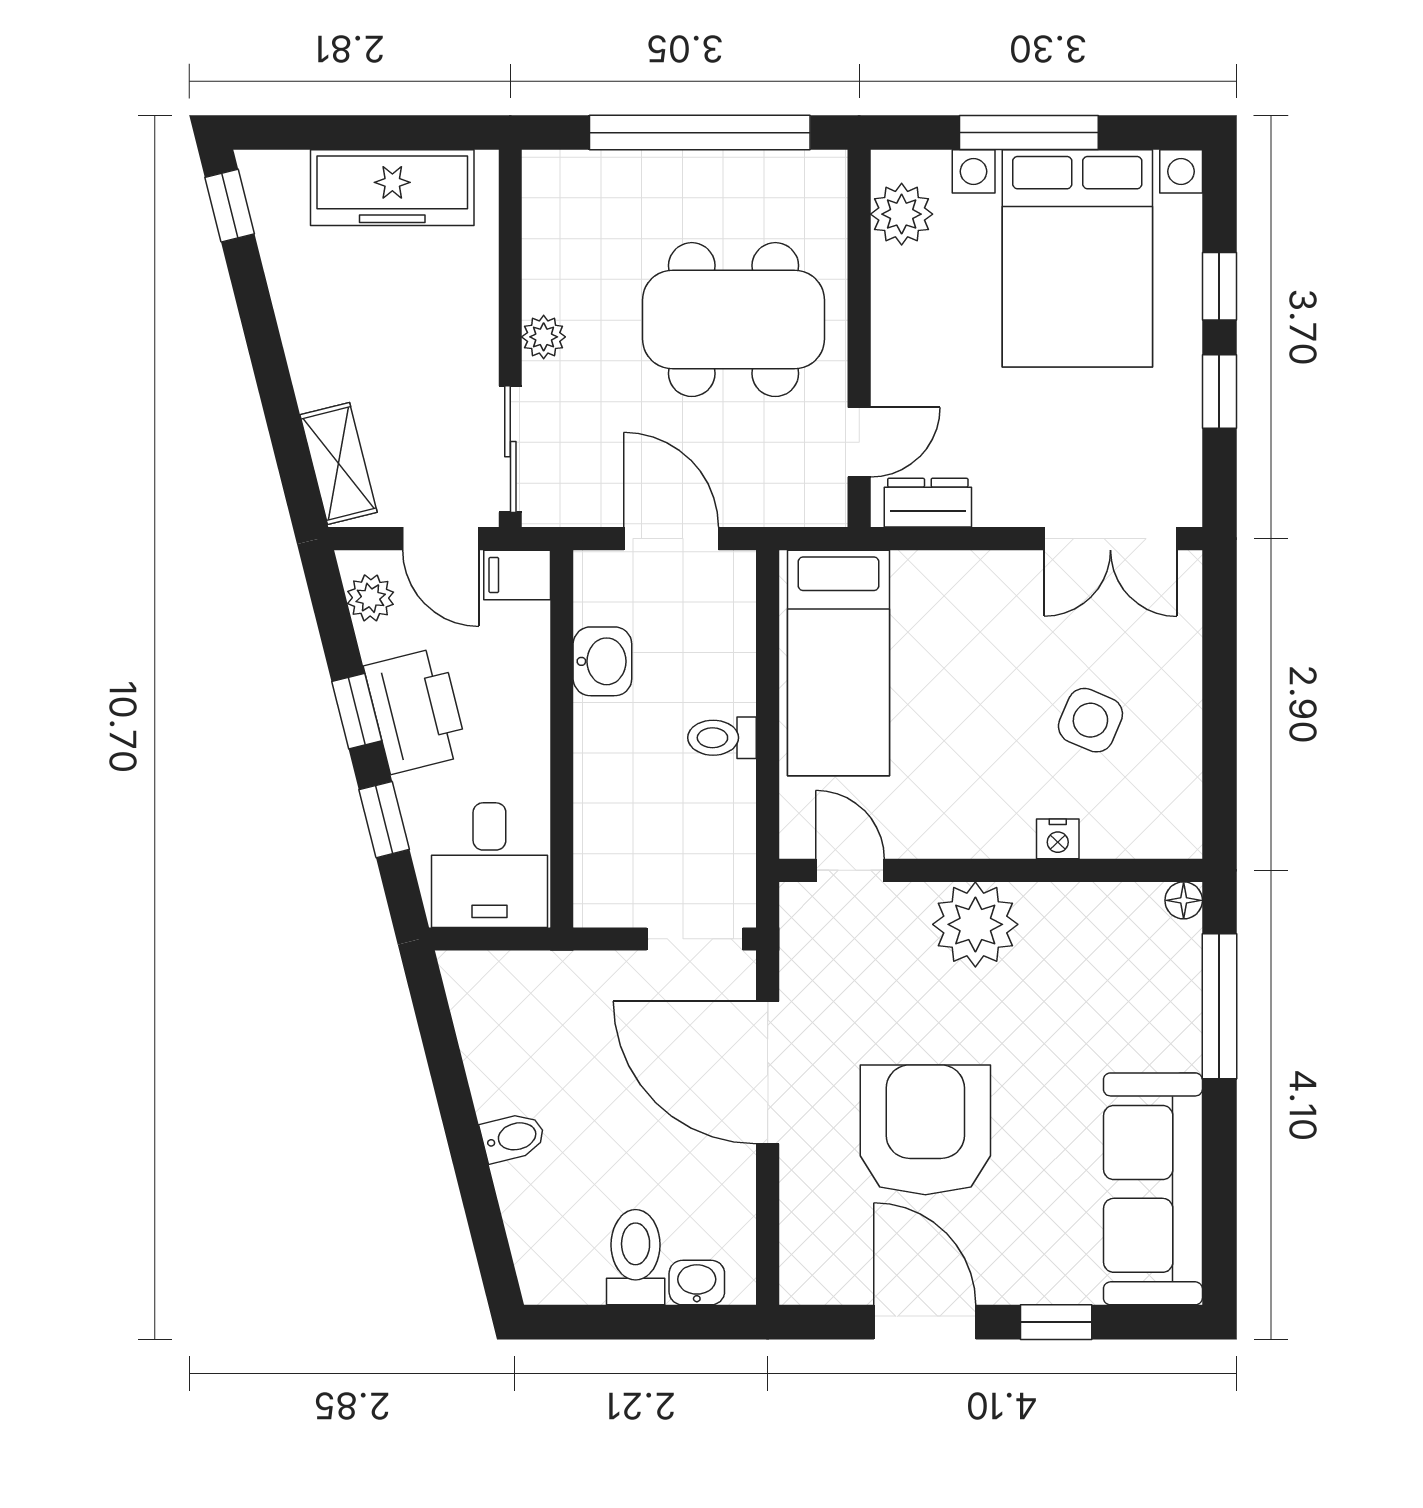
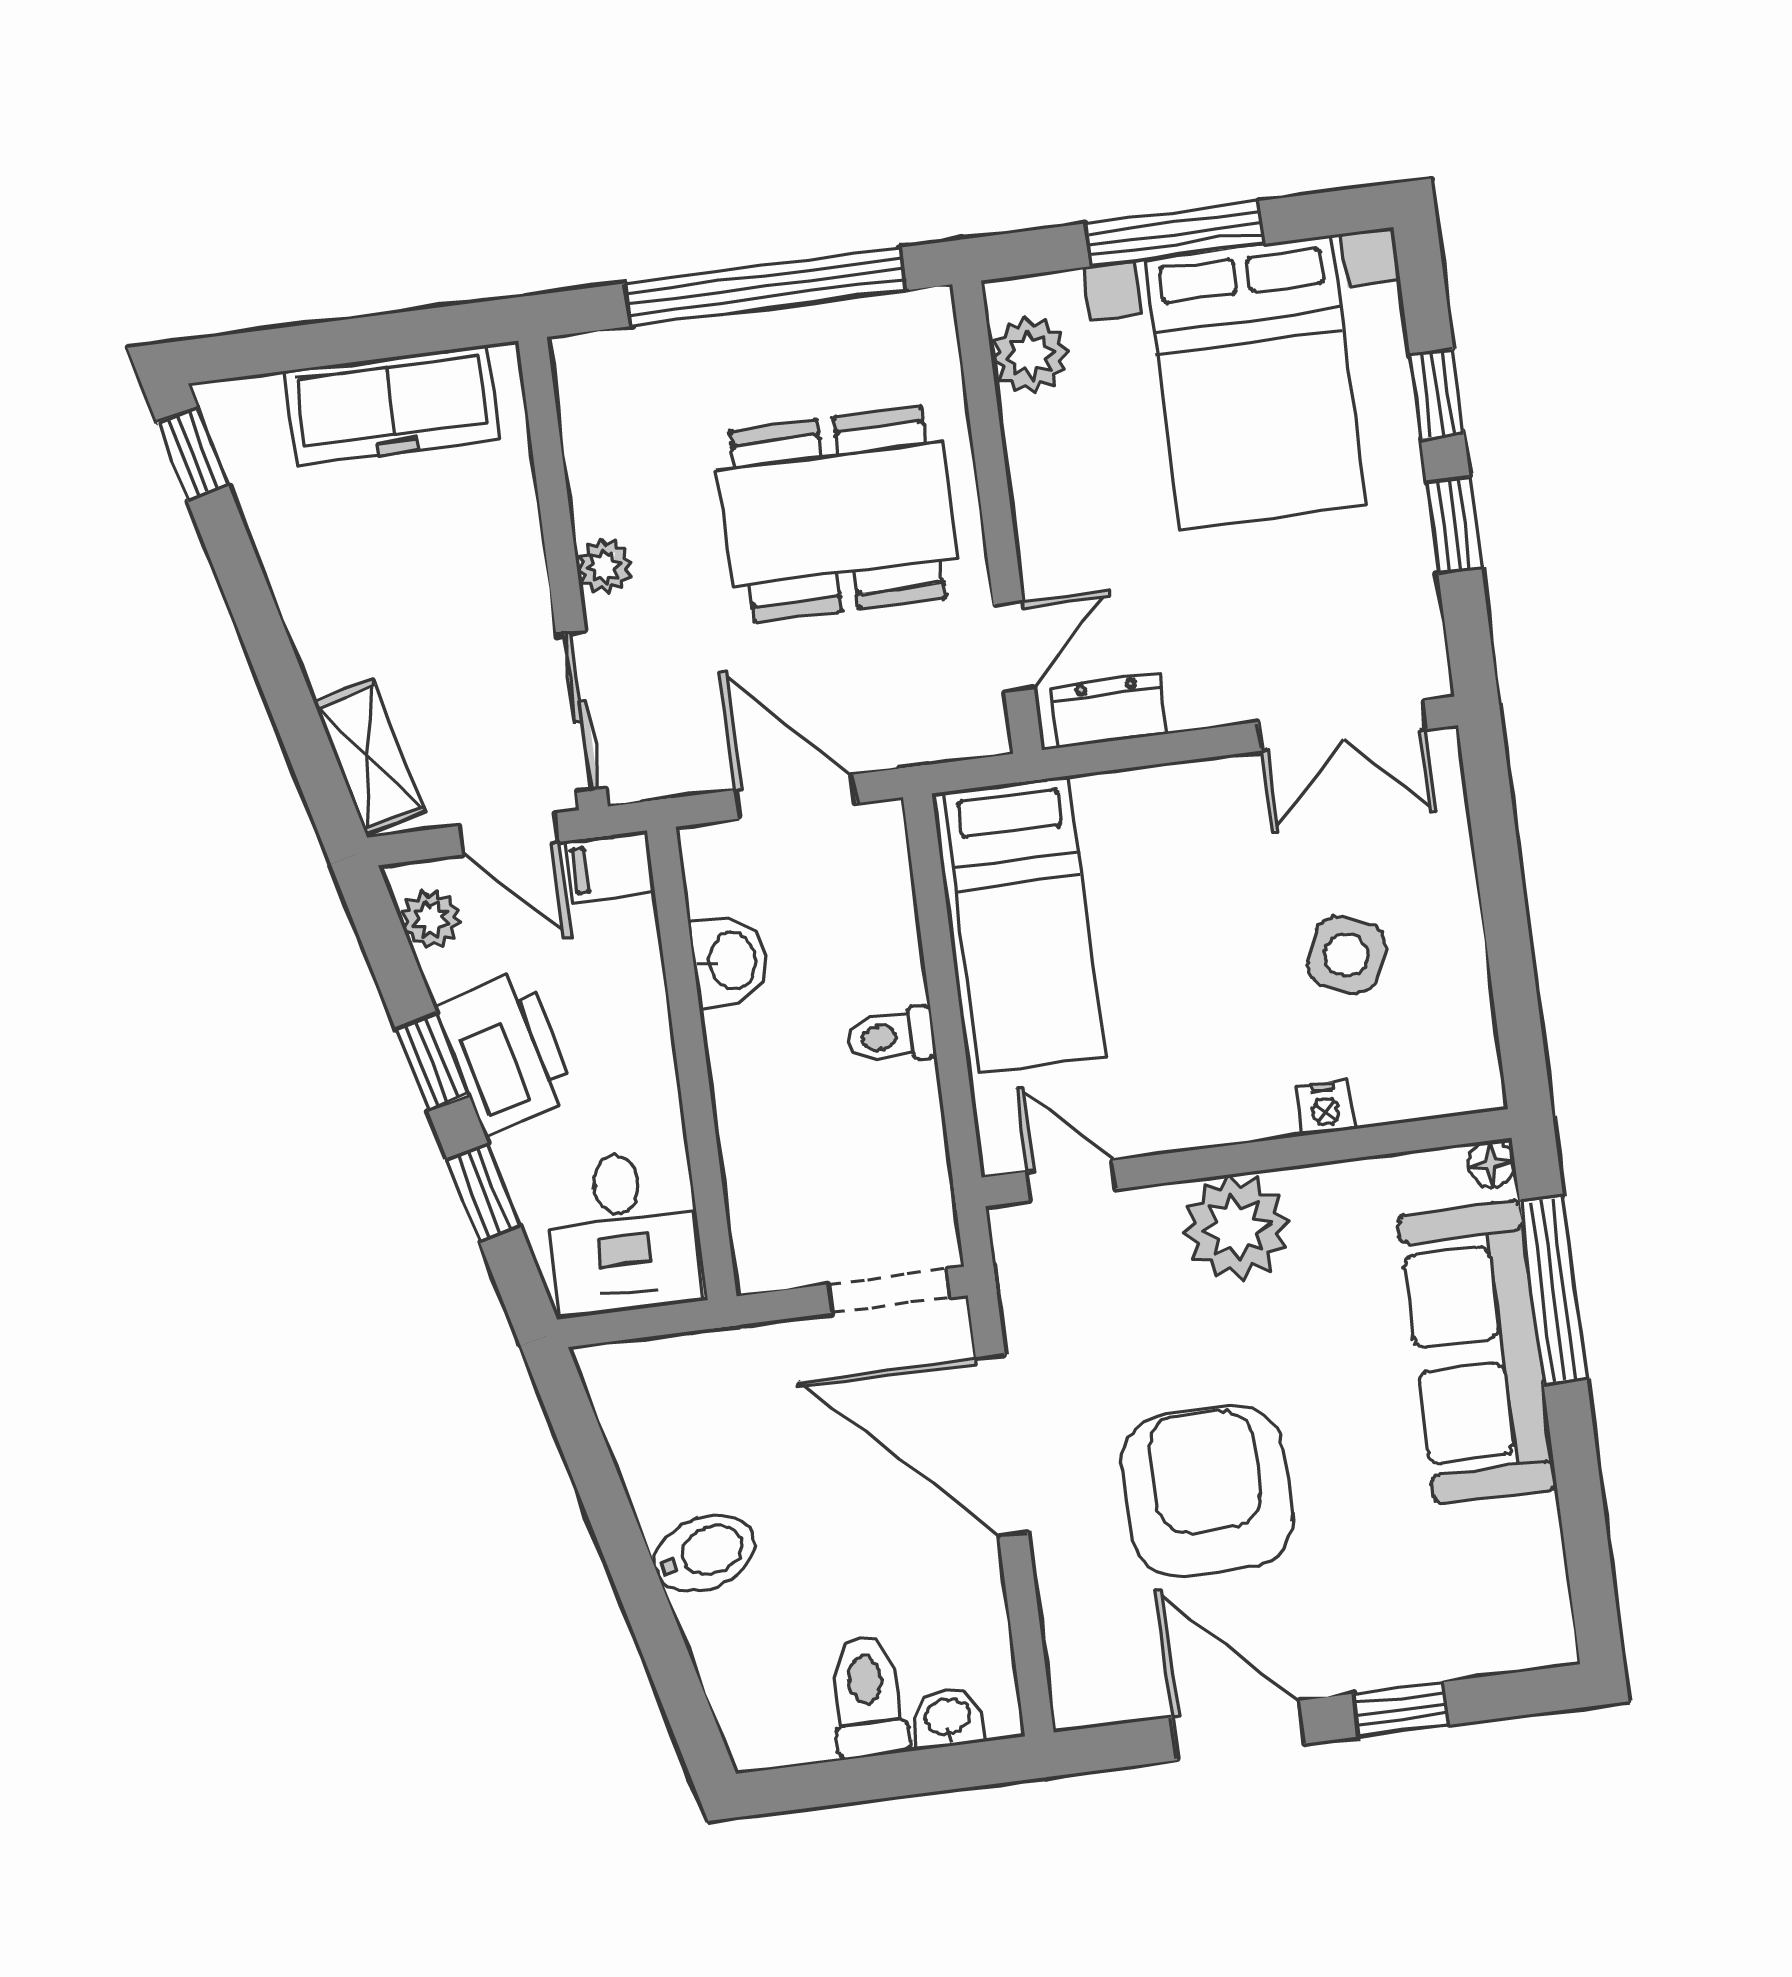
bidet: (513, 1137) -> (705, 1553), width x1.38, depth x1.36
sofa: (1153, 1189) -> (1477, 1352), moved

